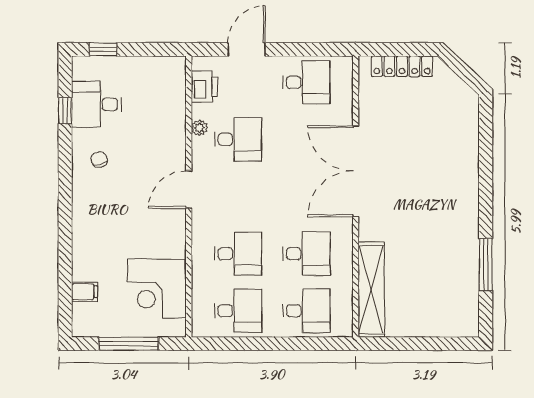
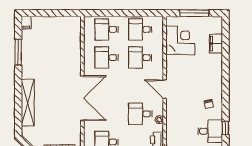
door: (189, 190) -> (165, 89), swing flipped
shelving: (371, 290) -> (28, 103), moved
filing cabinet: (85, 292) -> (216, 44), width x2.00
filing cabinet: (470, 324) -> (26, 23), added

